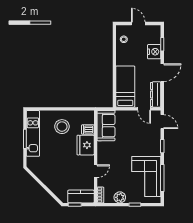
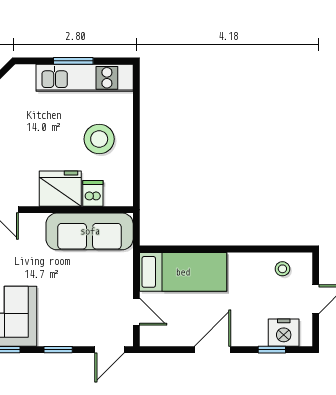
nightstand: (154, 52) -> (284, 333), moved
door: (162, 73) -> (212, 350), swing flipped
dresser: (156, 94) -> (166, 336), removed
door: (144, 109) -> (136, 312), swing flipped
sofa: (106, 126) -> (90, 231), width x1.36

